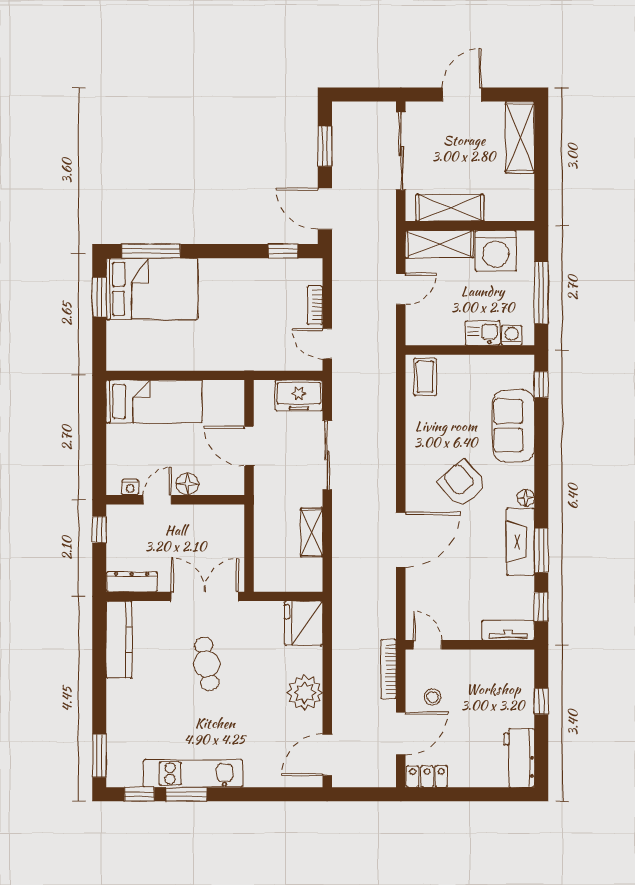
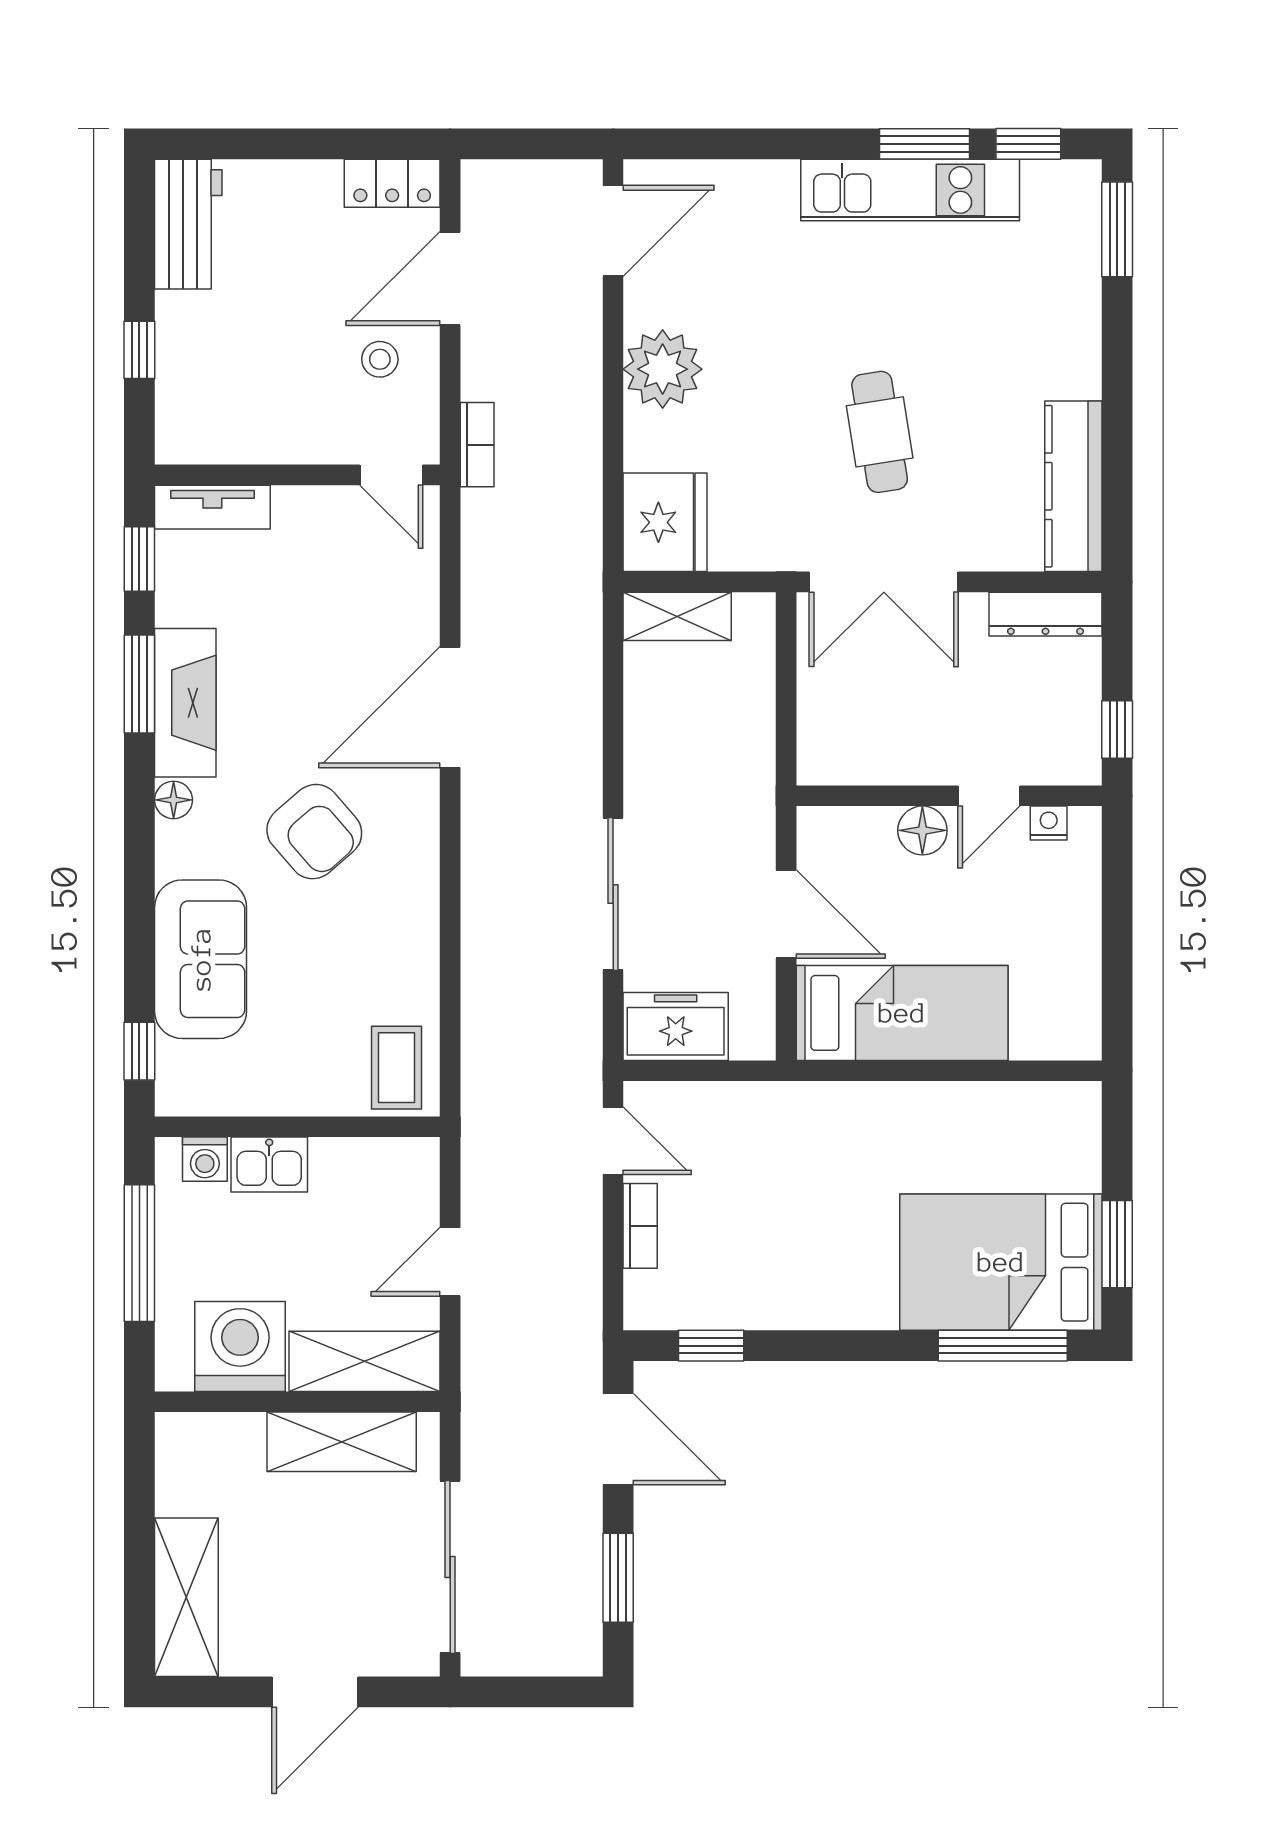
bed: (154, 402) -> (902, 1013), moved, turned 180
shelving: (312, 532) -> (677, 616), moved, turned 90
bookcase: (389, 669) -> (477, 445), width x0.64

